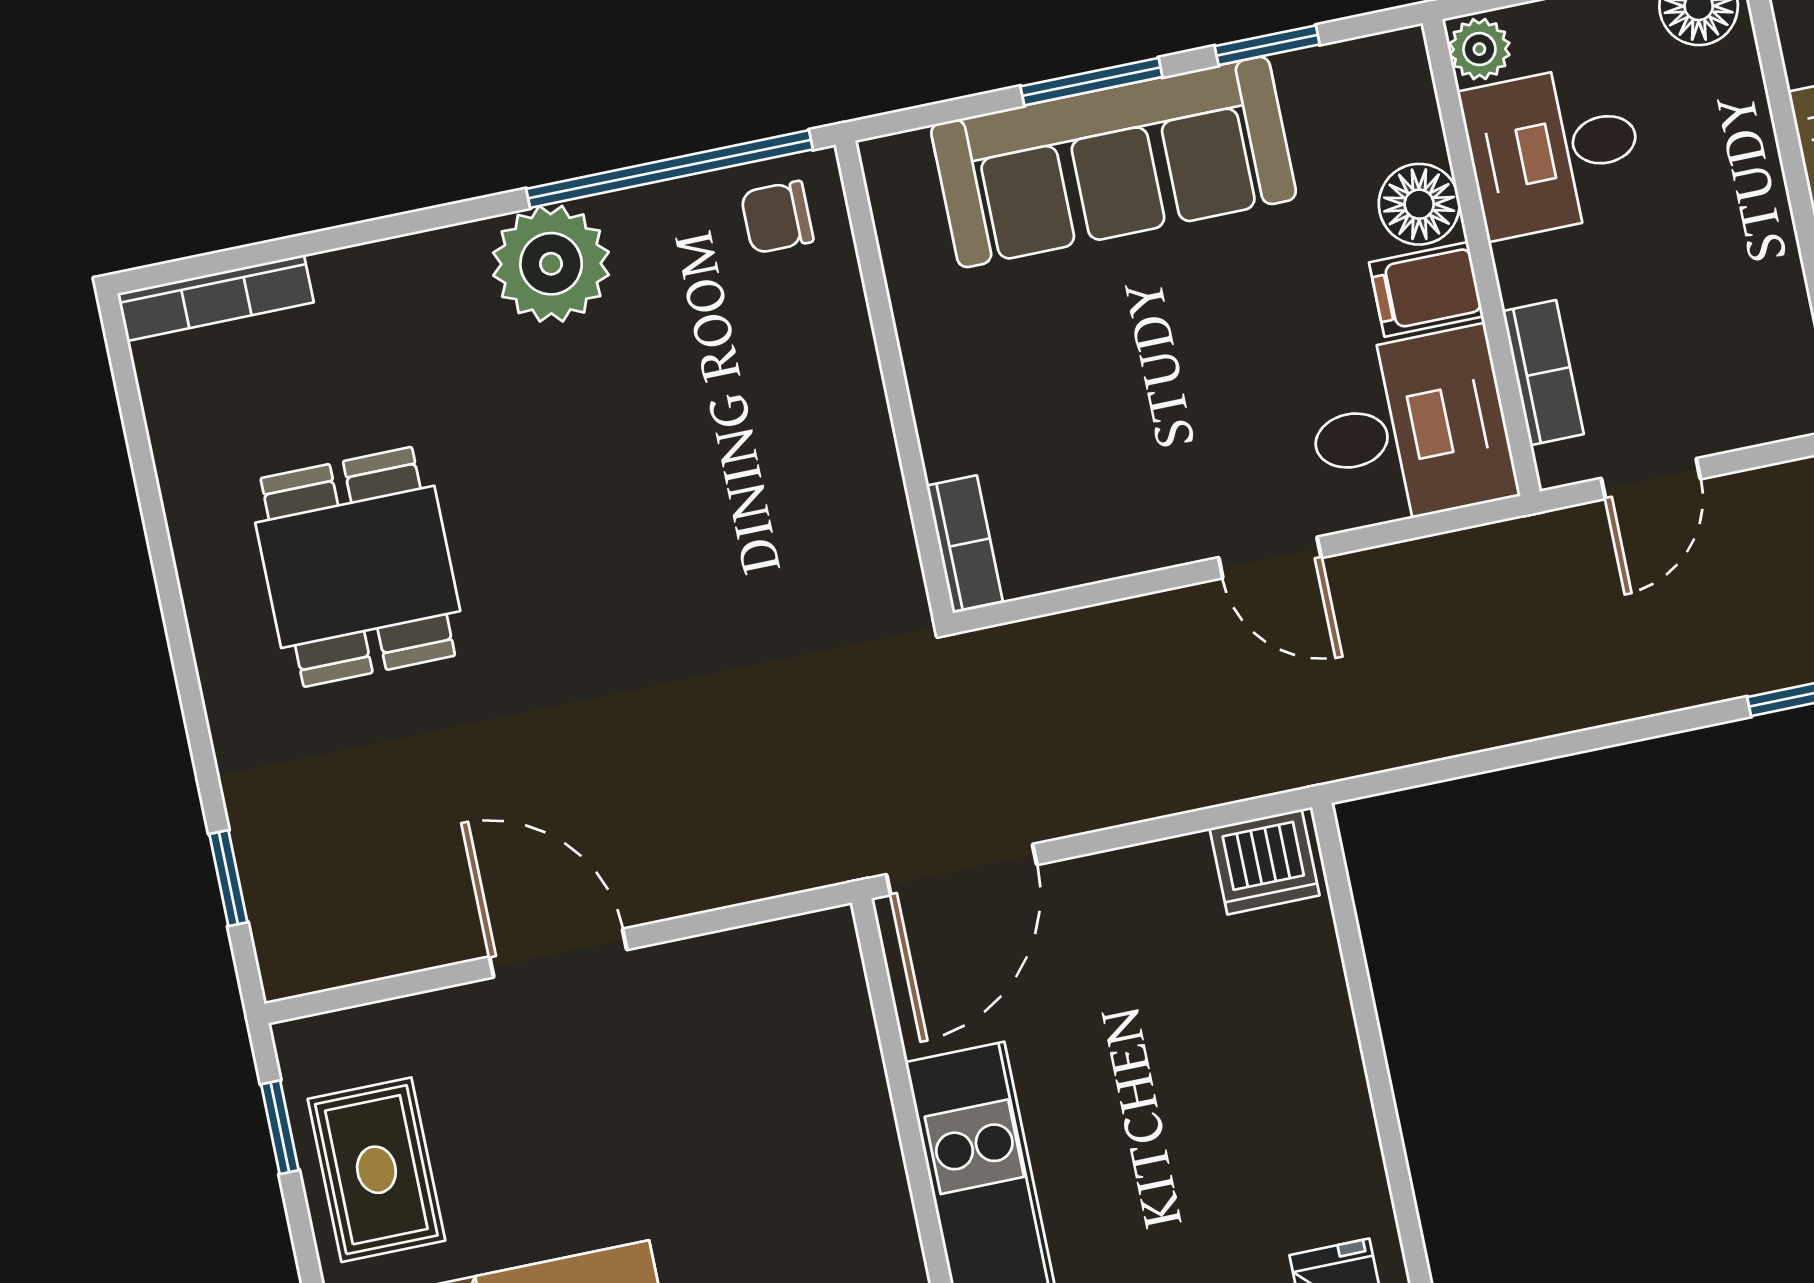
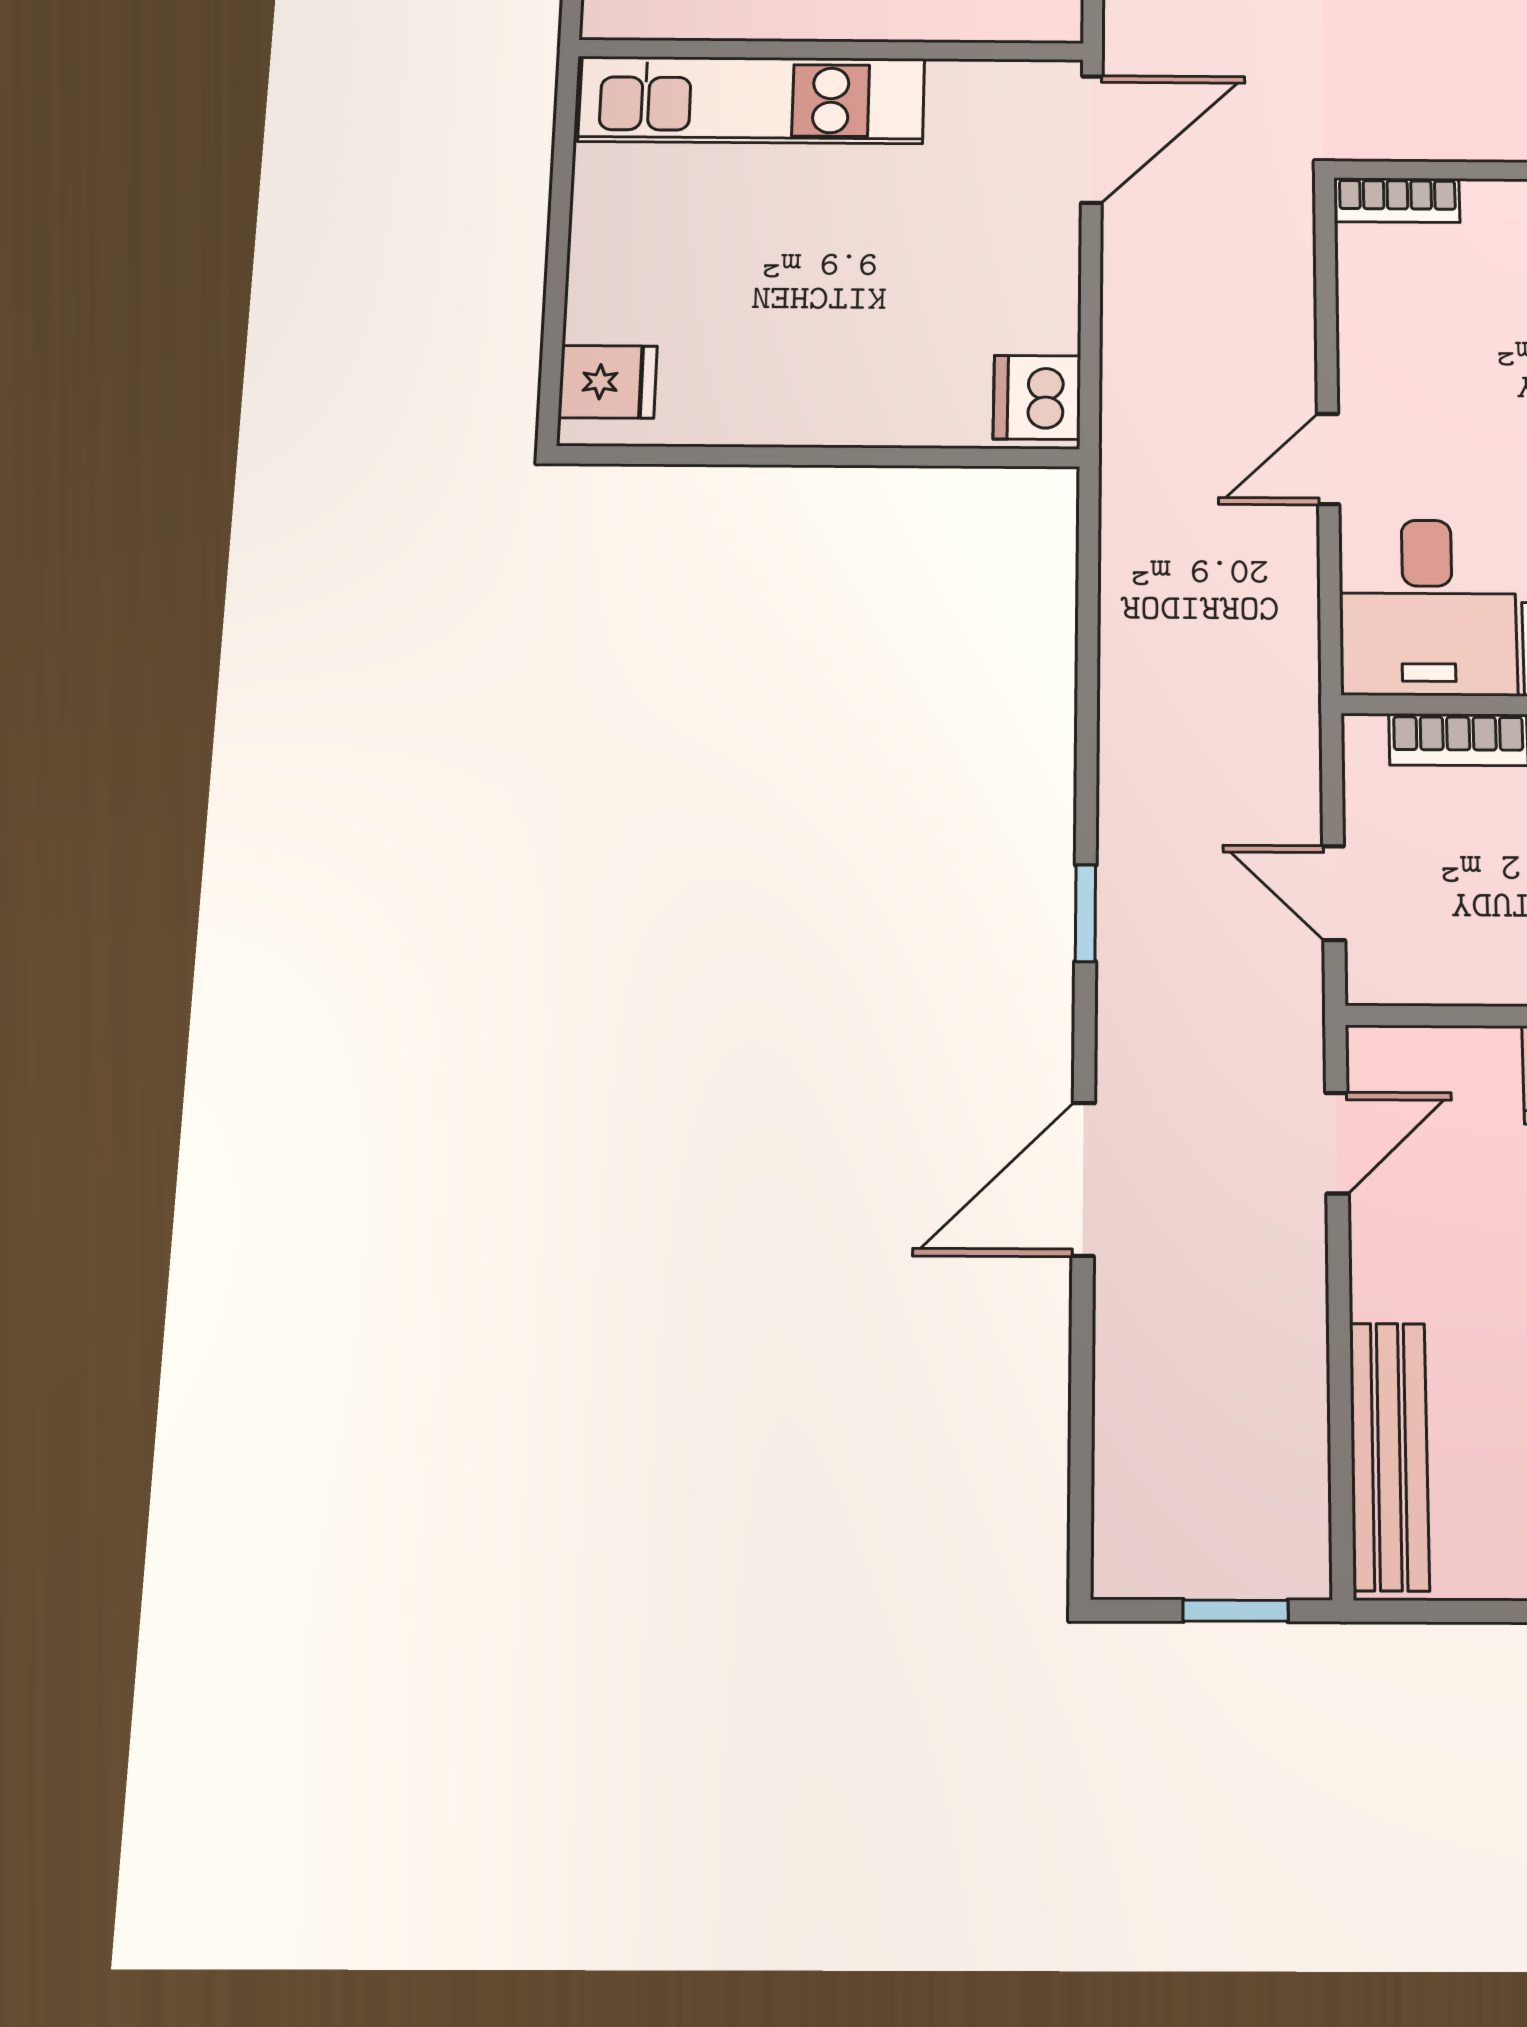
door: (1651, 479) -> (1334, 893), moved
door: (962, 870) -> (1092, 139), swing flipped

